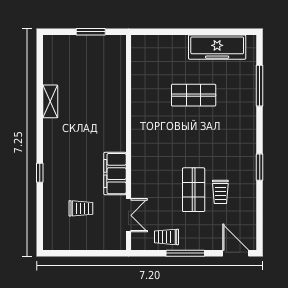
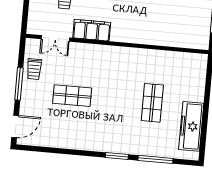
window: (260, 167) -> (117, 156), moved
trolley: (220, 192) -> (68, 118), removed
trolley: (166, 237) -> (34, 69), turned 180

